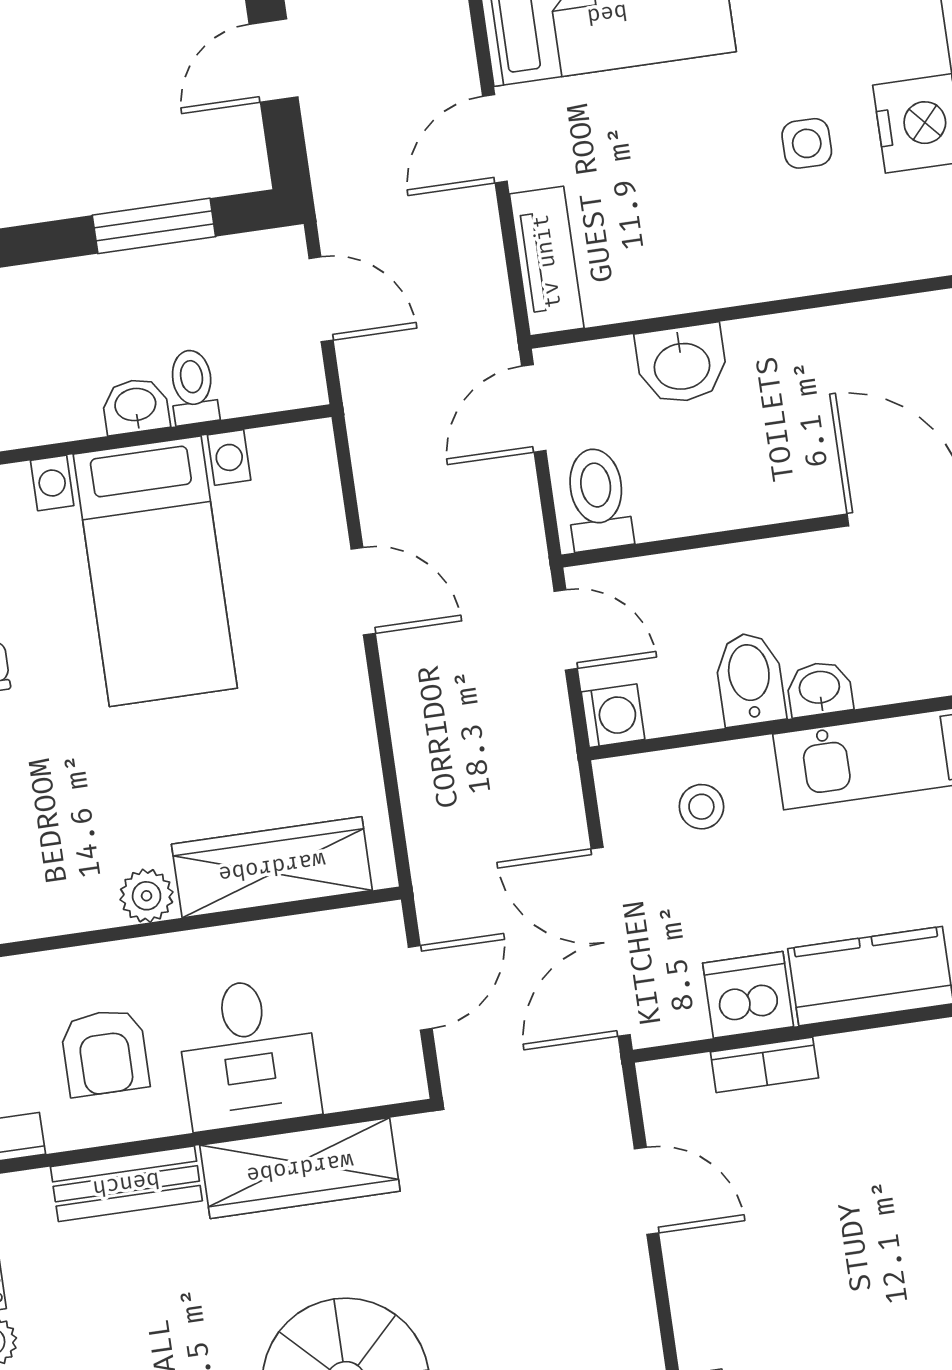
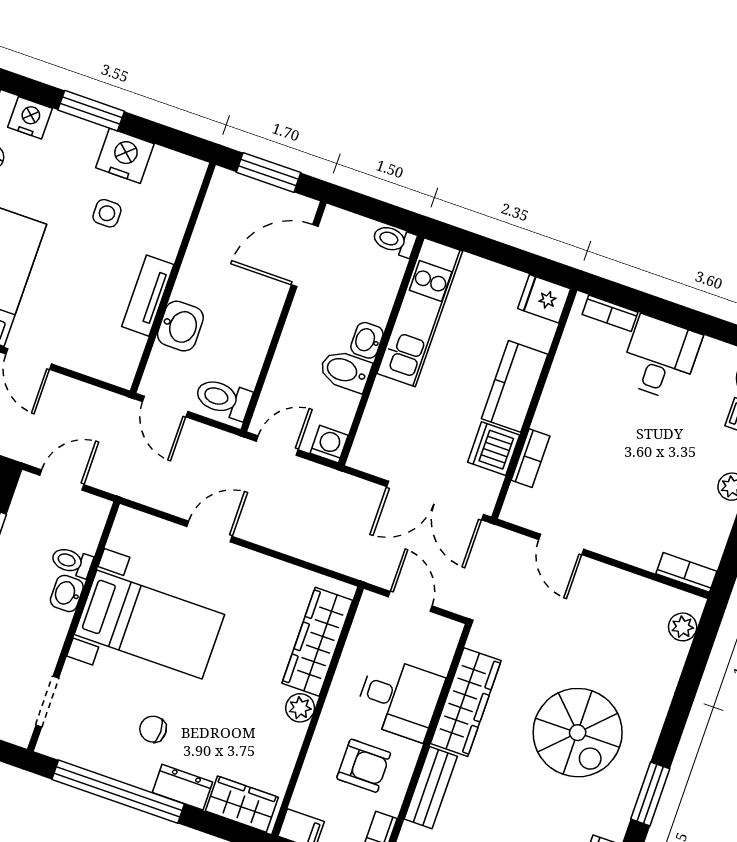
tv unit: (547, 261) -> (148, 296), moved, turned -90
stool: (701, 807) -> (394, 425), removed
door: (647, 1191) -> (561, 544), swing flipped

